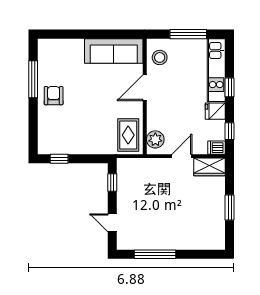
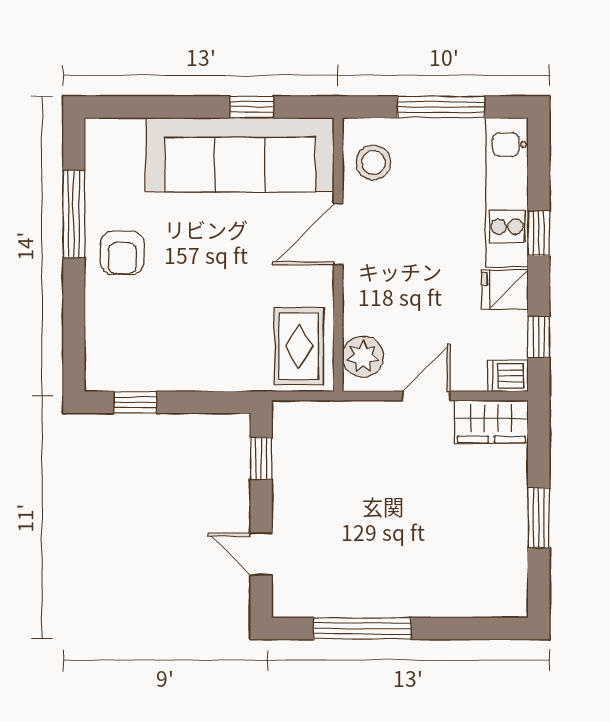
window: (108, 34) -> (252, 107), added
sofa: (114, 51) -> (240, 155), width x1.36, depth x1.27
armchair: (54, 96) -> (122, 253), turned 180

